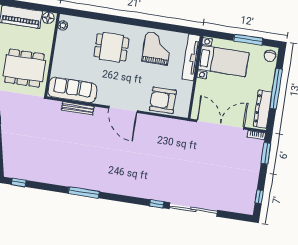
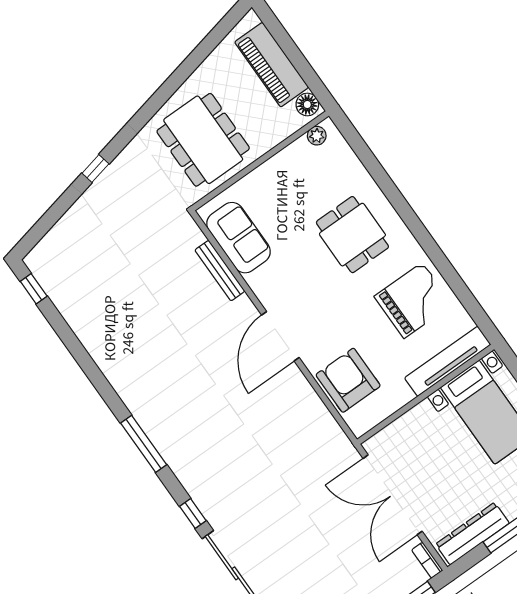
sofa: (72, 90) -> (238, 238), width x0.73
double door: (220, 125) -> (393, 495), swing flipped
window: (84, 193) -> (144, 444), moved

